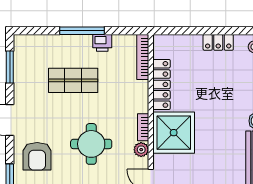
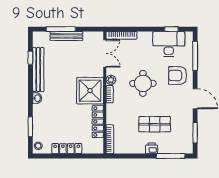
window: (82, 31) -> (171, 156), moved
locker: (218, 42) -> (67, 149), width x1.53
printer: (102, 43) -> (152, 148), moved
armchair: (37, 156) -> (178, 76), turned -90

